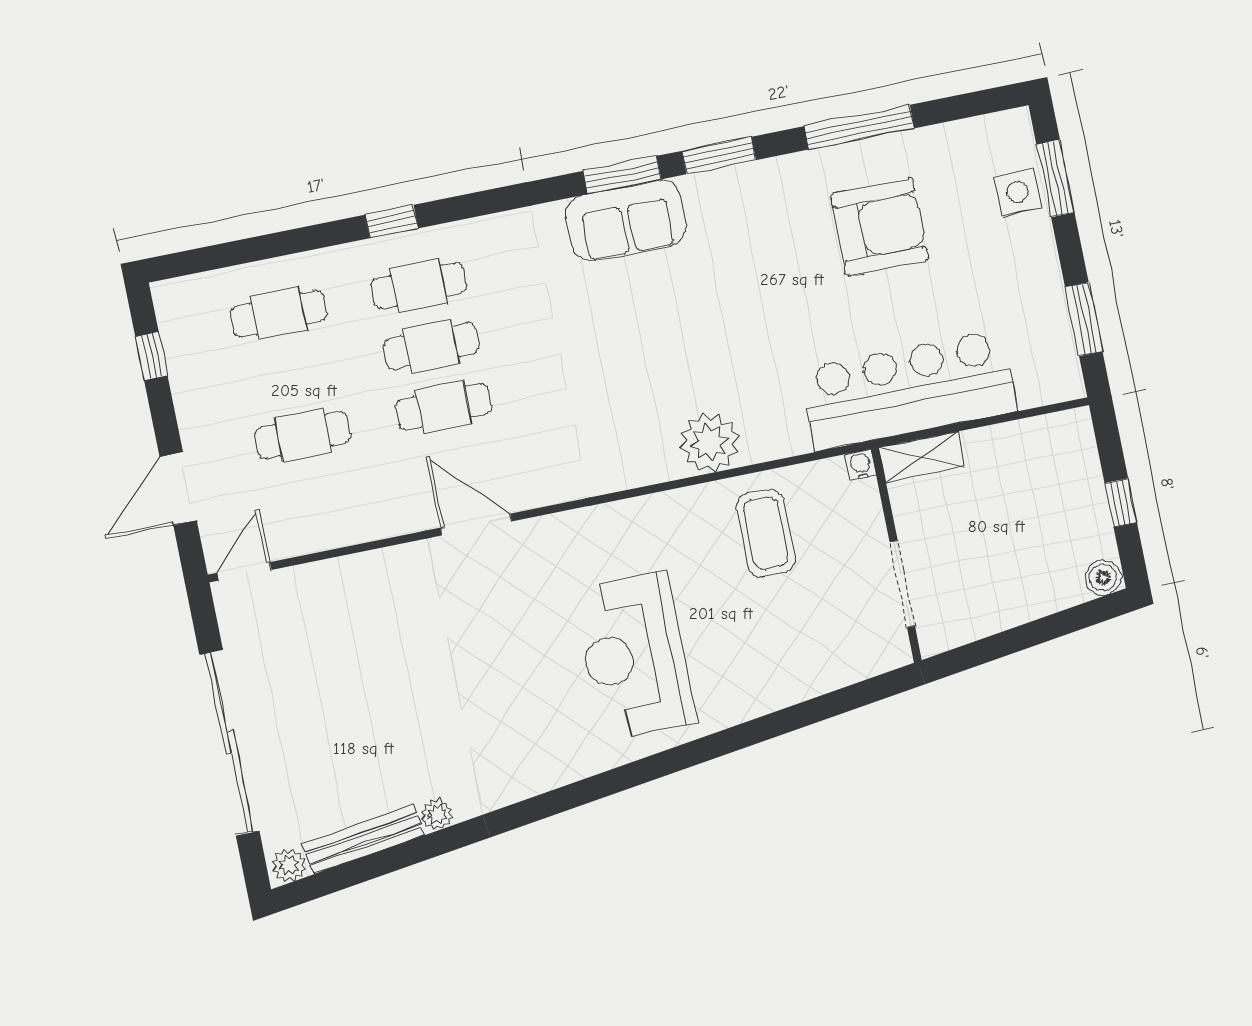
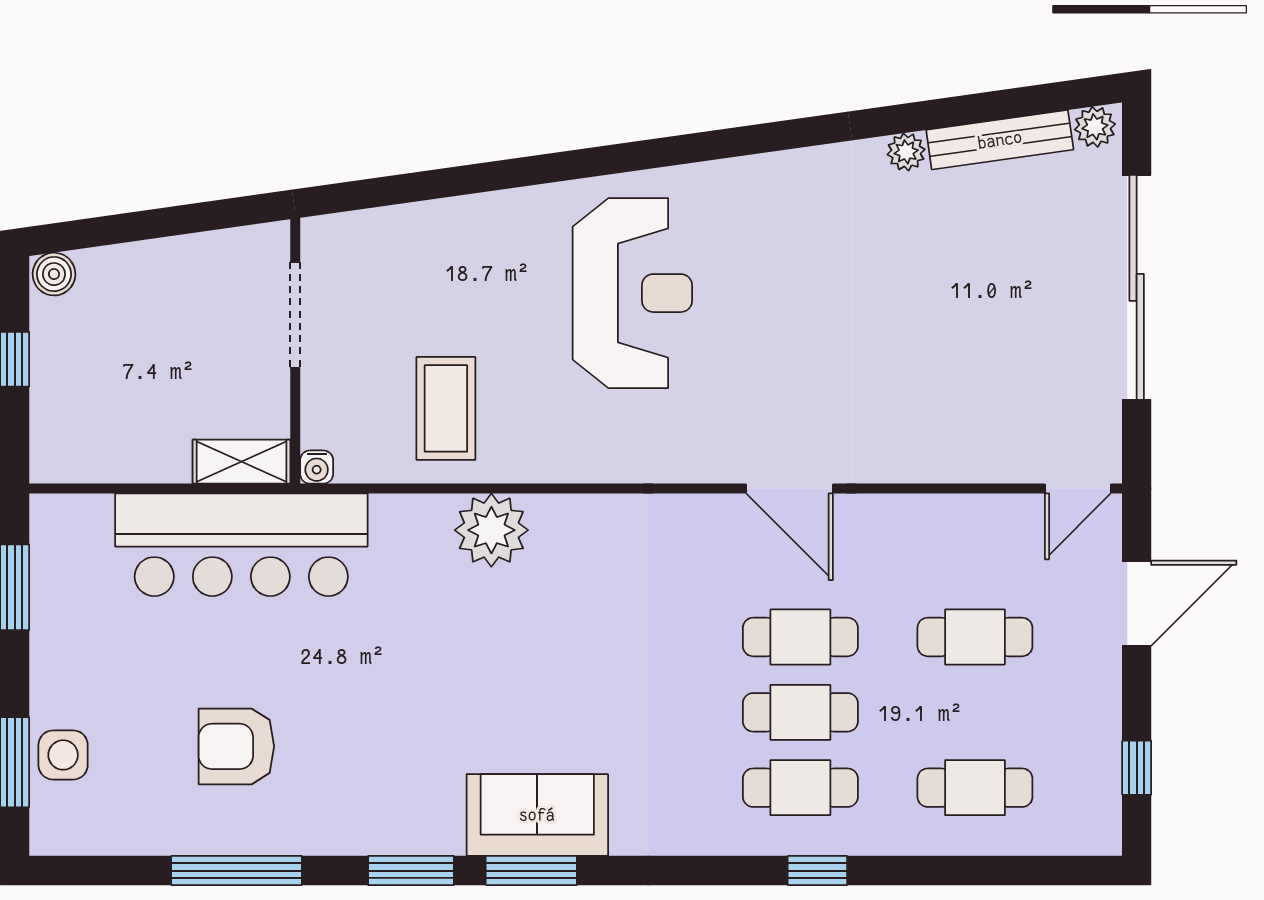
armchair: (880, 227) -> (236, 746), width x0.73, depth x0.73

